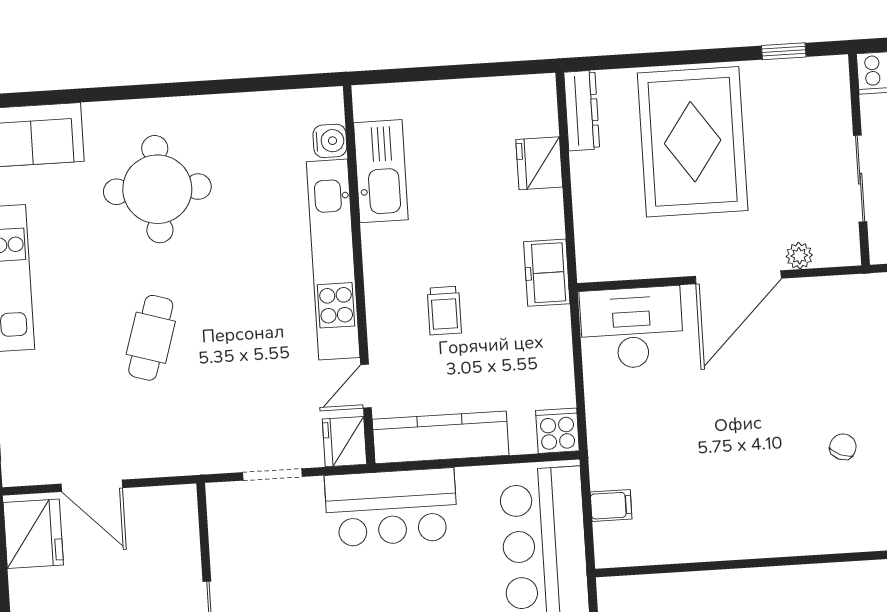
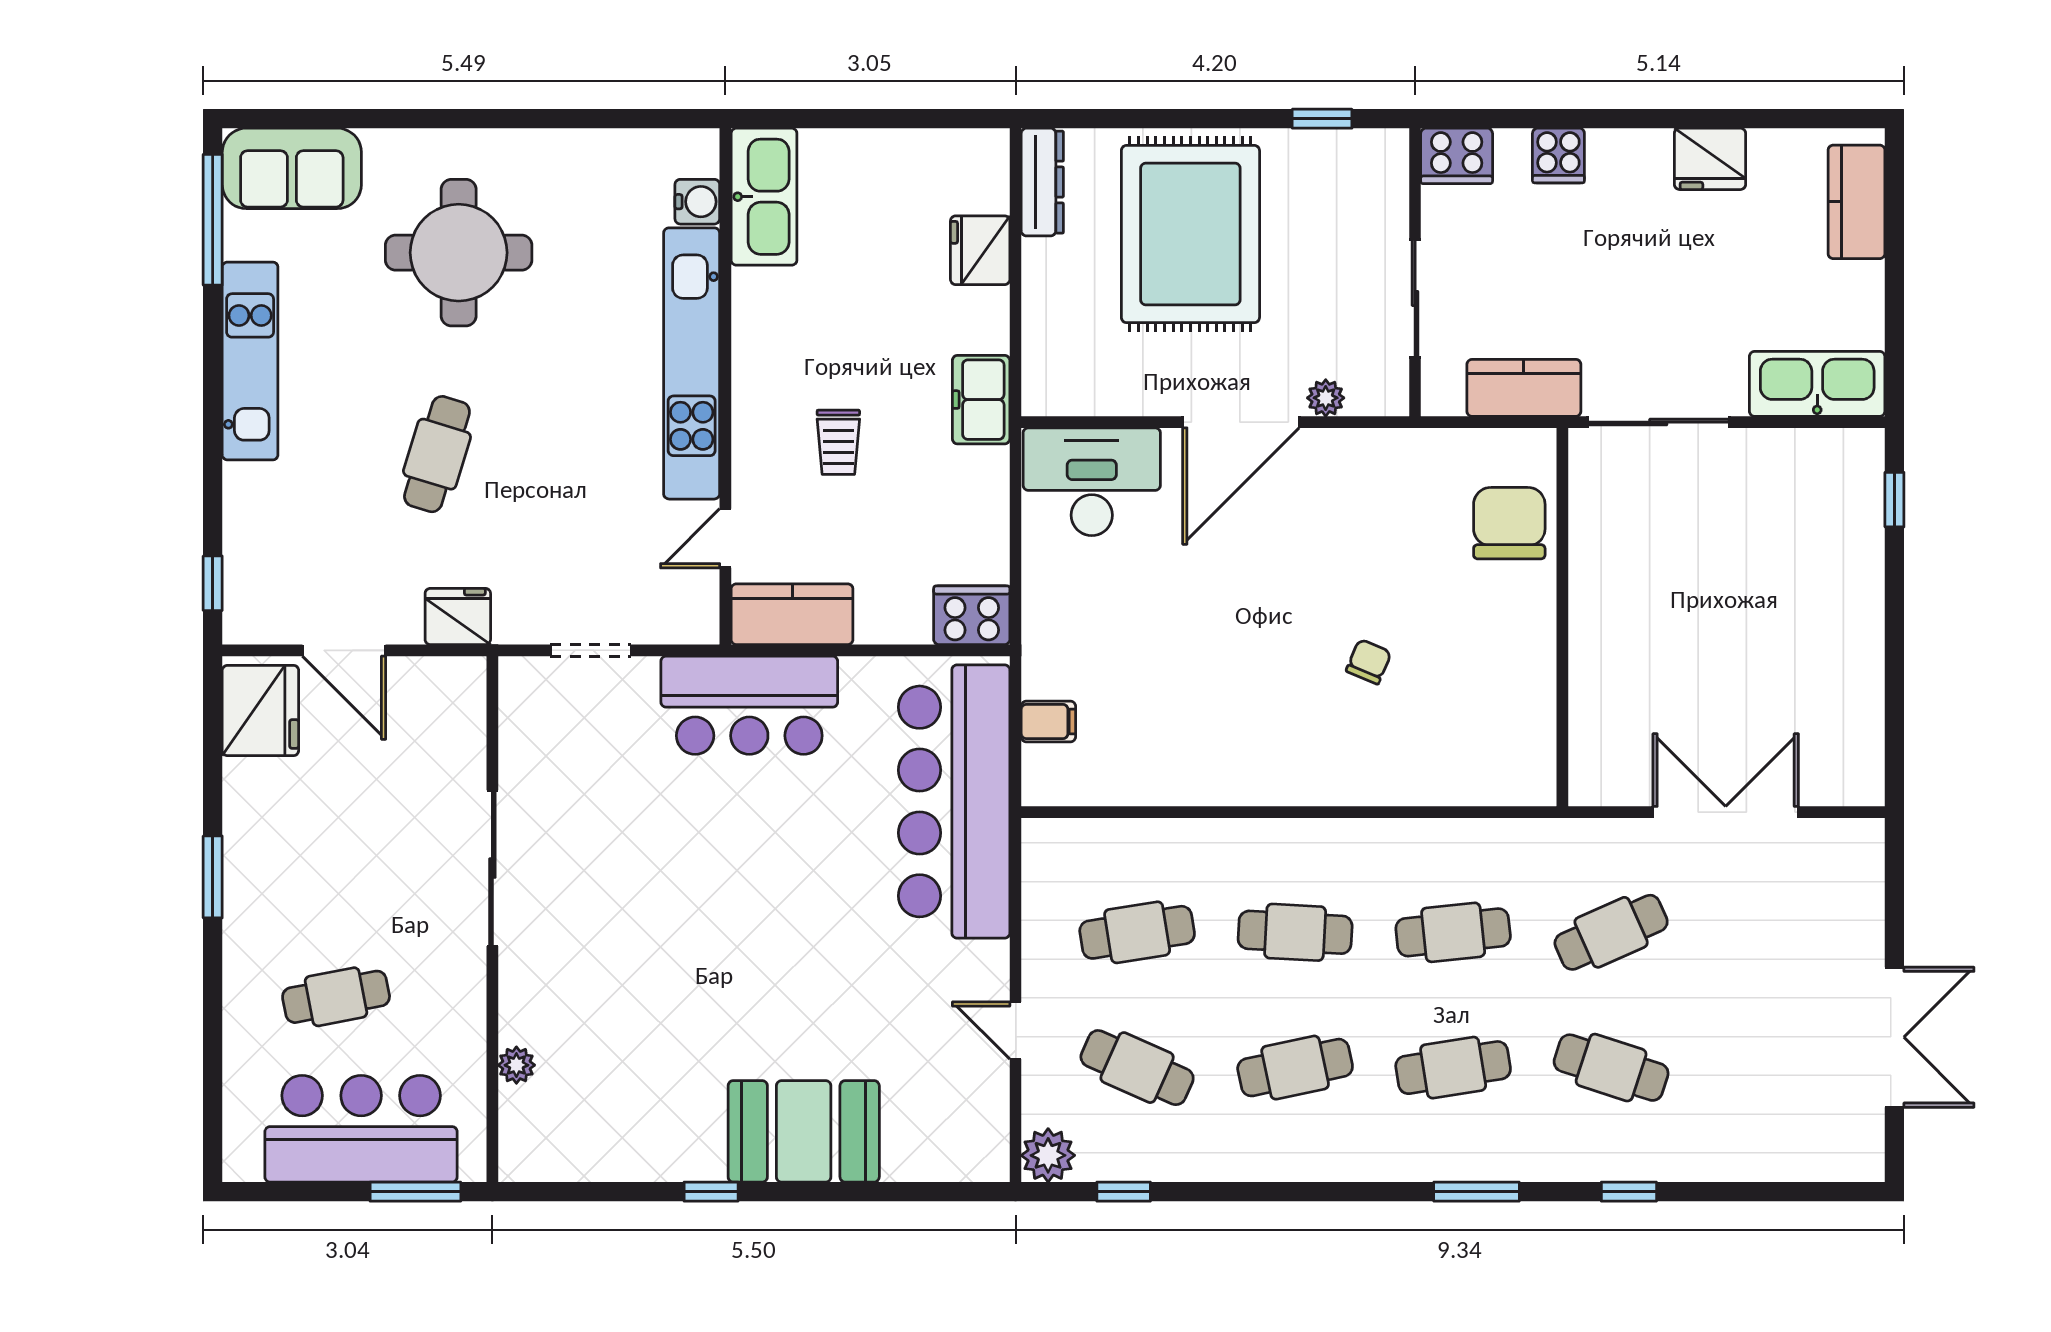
kitchen sink: (381, 171) -> (764, 197), moved
cooker: (557, 431) -> (972, 615), width x1.36
kitchen counter: (441, 437) -> (792, 614), width x0.67
fridge: (345, 442) -> (458, 616), moved, turned 90

